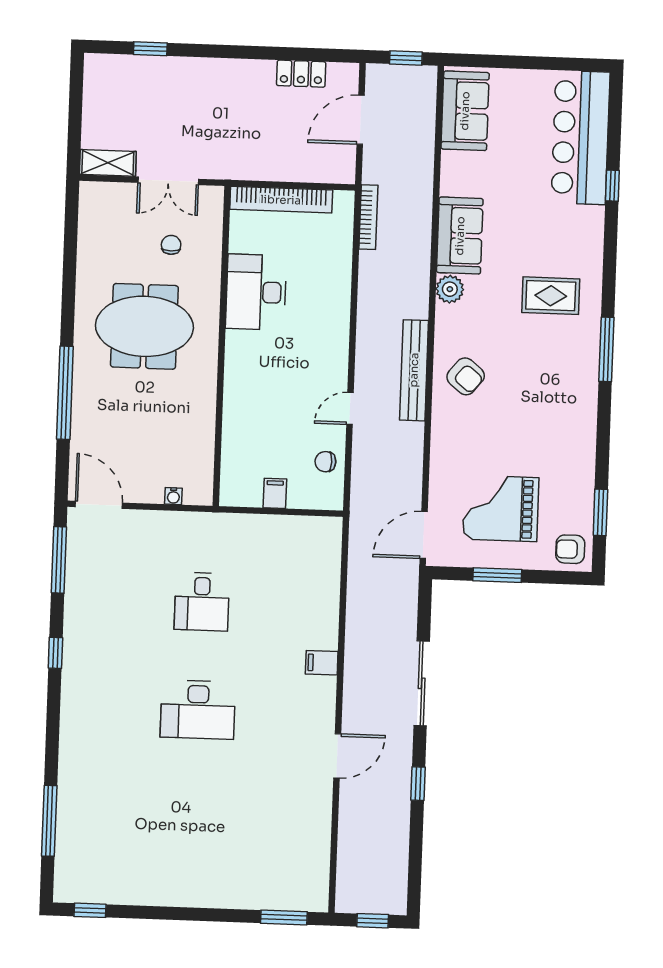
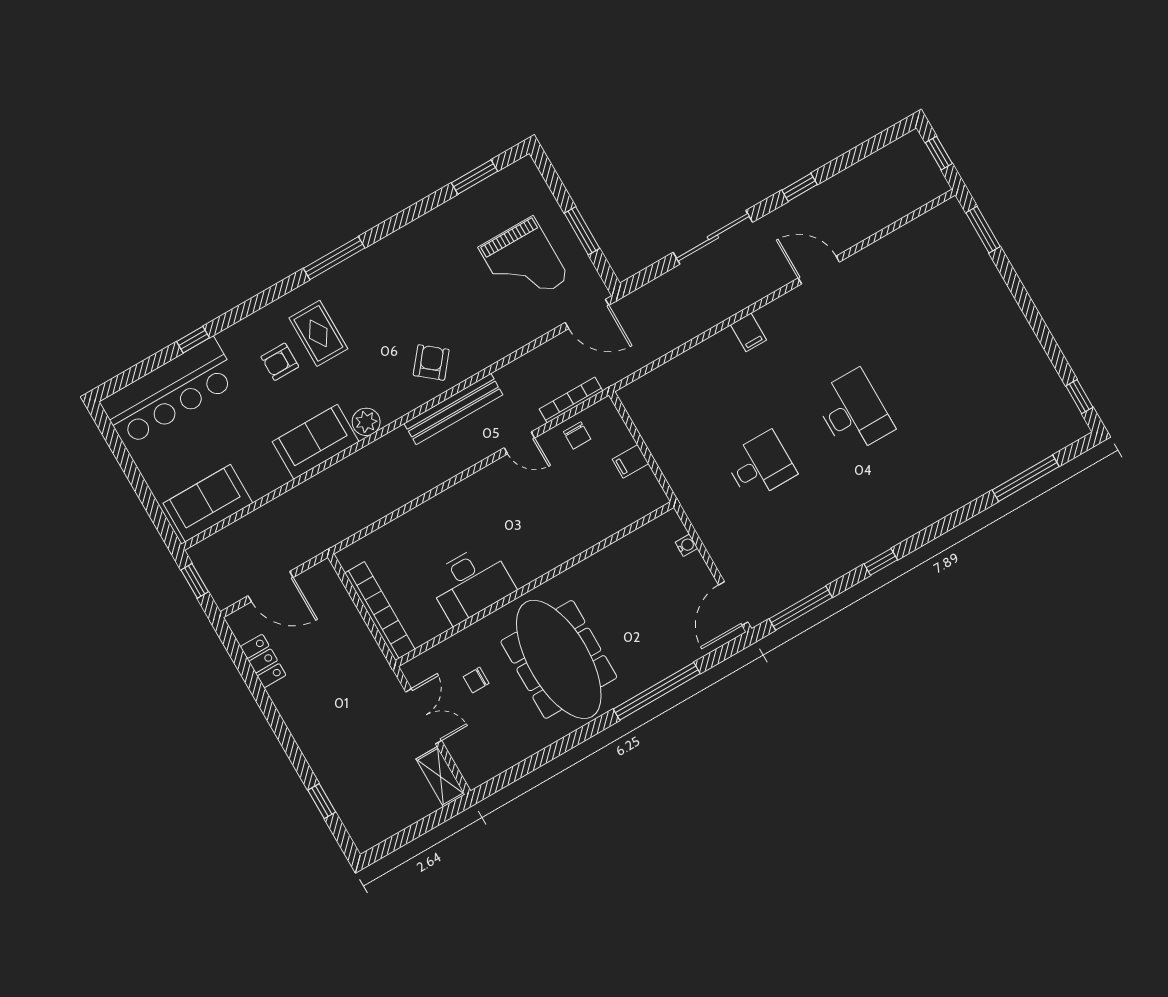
bookcase: (368, 217) -> (571, 400), moved
meeting table: (144, 326) -> (559, 659), width x1.36
armchair: (570, 549) -> (280, 362), moved, turned 90

